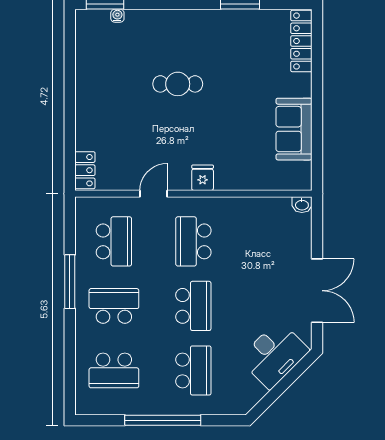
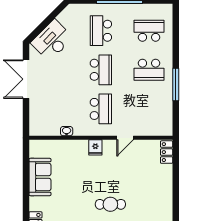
washbasin: (302, 205) -> (67, 131), moved
school desk: (114, 241) -> (149, 109), removed
school desk: (193, 306) -> (101, 70), turned 180

